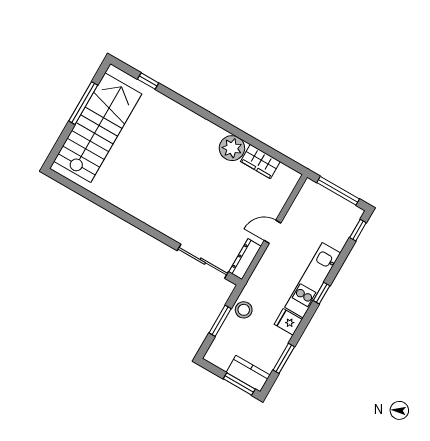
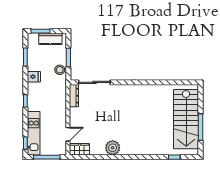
wardrobe: (260, 161) -> (79, 149), moved
door: (273, 232) -> (68, 134), moved
kitchen unit: (313, 280) -> (34, 133), moved
kitchen counter: (248, 374) -> (50, 39), moved

